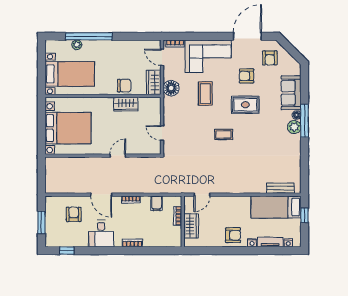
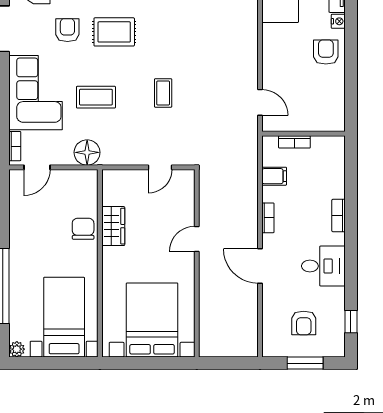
plant: (77, 45) -> (17, 349), moved
armchair: (247, 76) -> (67, 30), turned 180
wardrobe: (154, 82) -> (78, 181), removed
rug: (245, 105) -> (114, 32), turned 90
coffee table: (224, 135) -> (163, 93), moved
door: (118, 156) -> (197, 239), hinge flipped
door: (101, 195) -> (260, 266), swing flipped
armchair: (74, 214) -> (304, 323), moved, turned -90
wardrobe: (191, 226) -> (311, 120), removed

